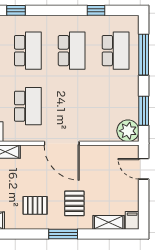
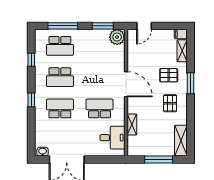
window: (16, 10) -> (31, 100), moved
school desk: (72, 51) -> (60, 77), turned 180
school desk: (116, 51) -> (60, 46), turned 180
door: (62, 143) -> (126, 84), hinge flipped

